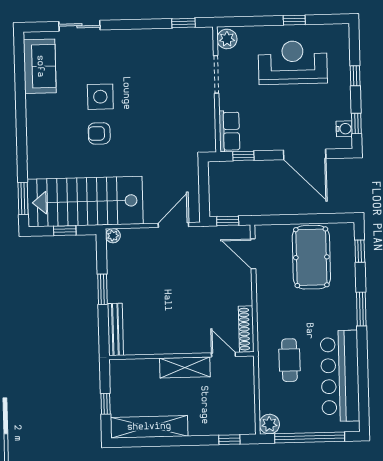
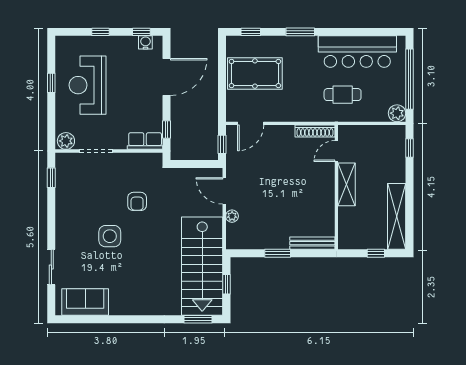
side table: (100, 97) -> (110, 236), moved
armchair: (99, 133) -> (137, 201), moved
plant: (113, 236) -> (232, 216), moved

